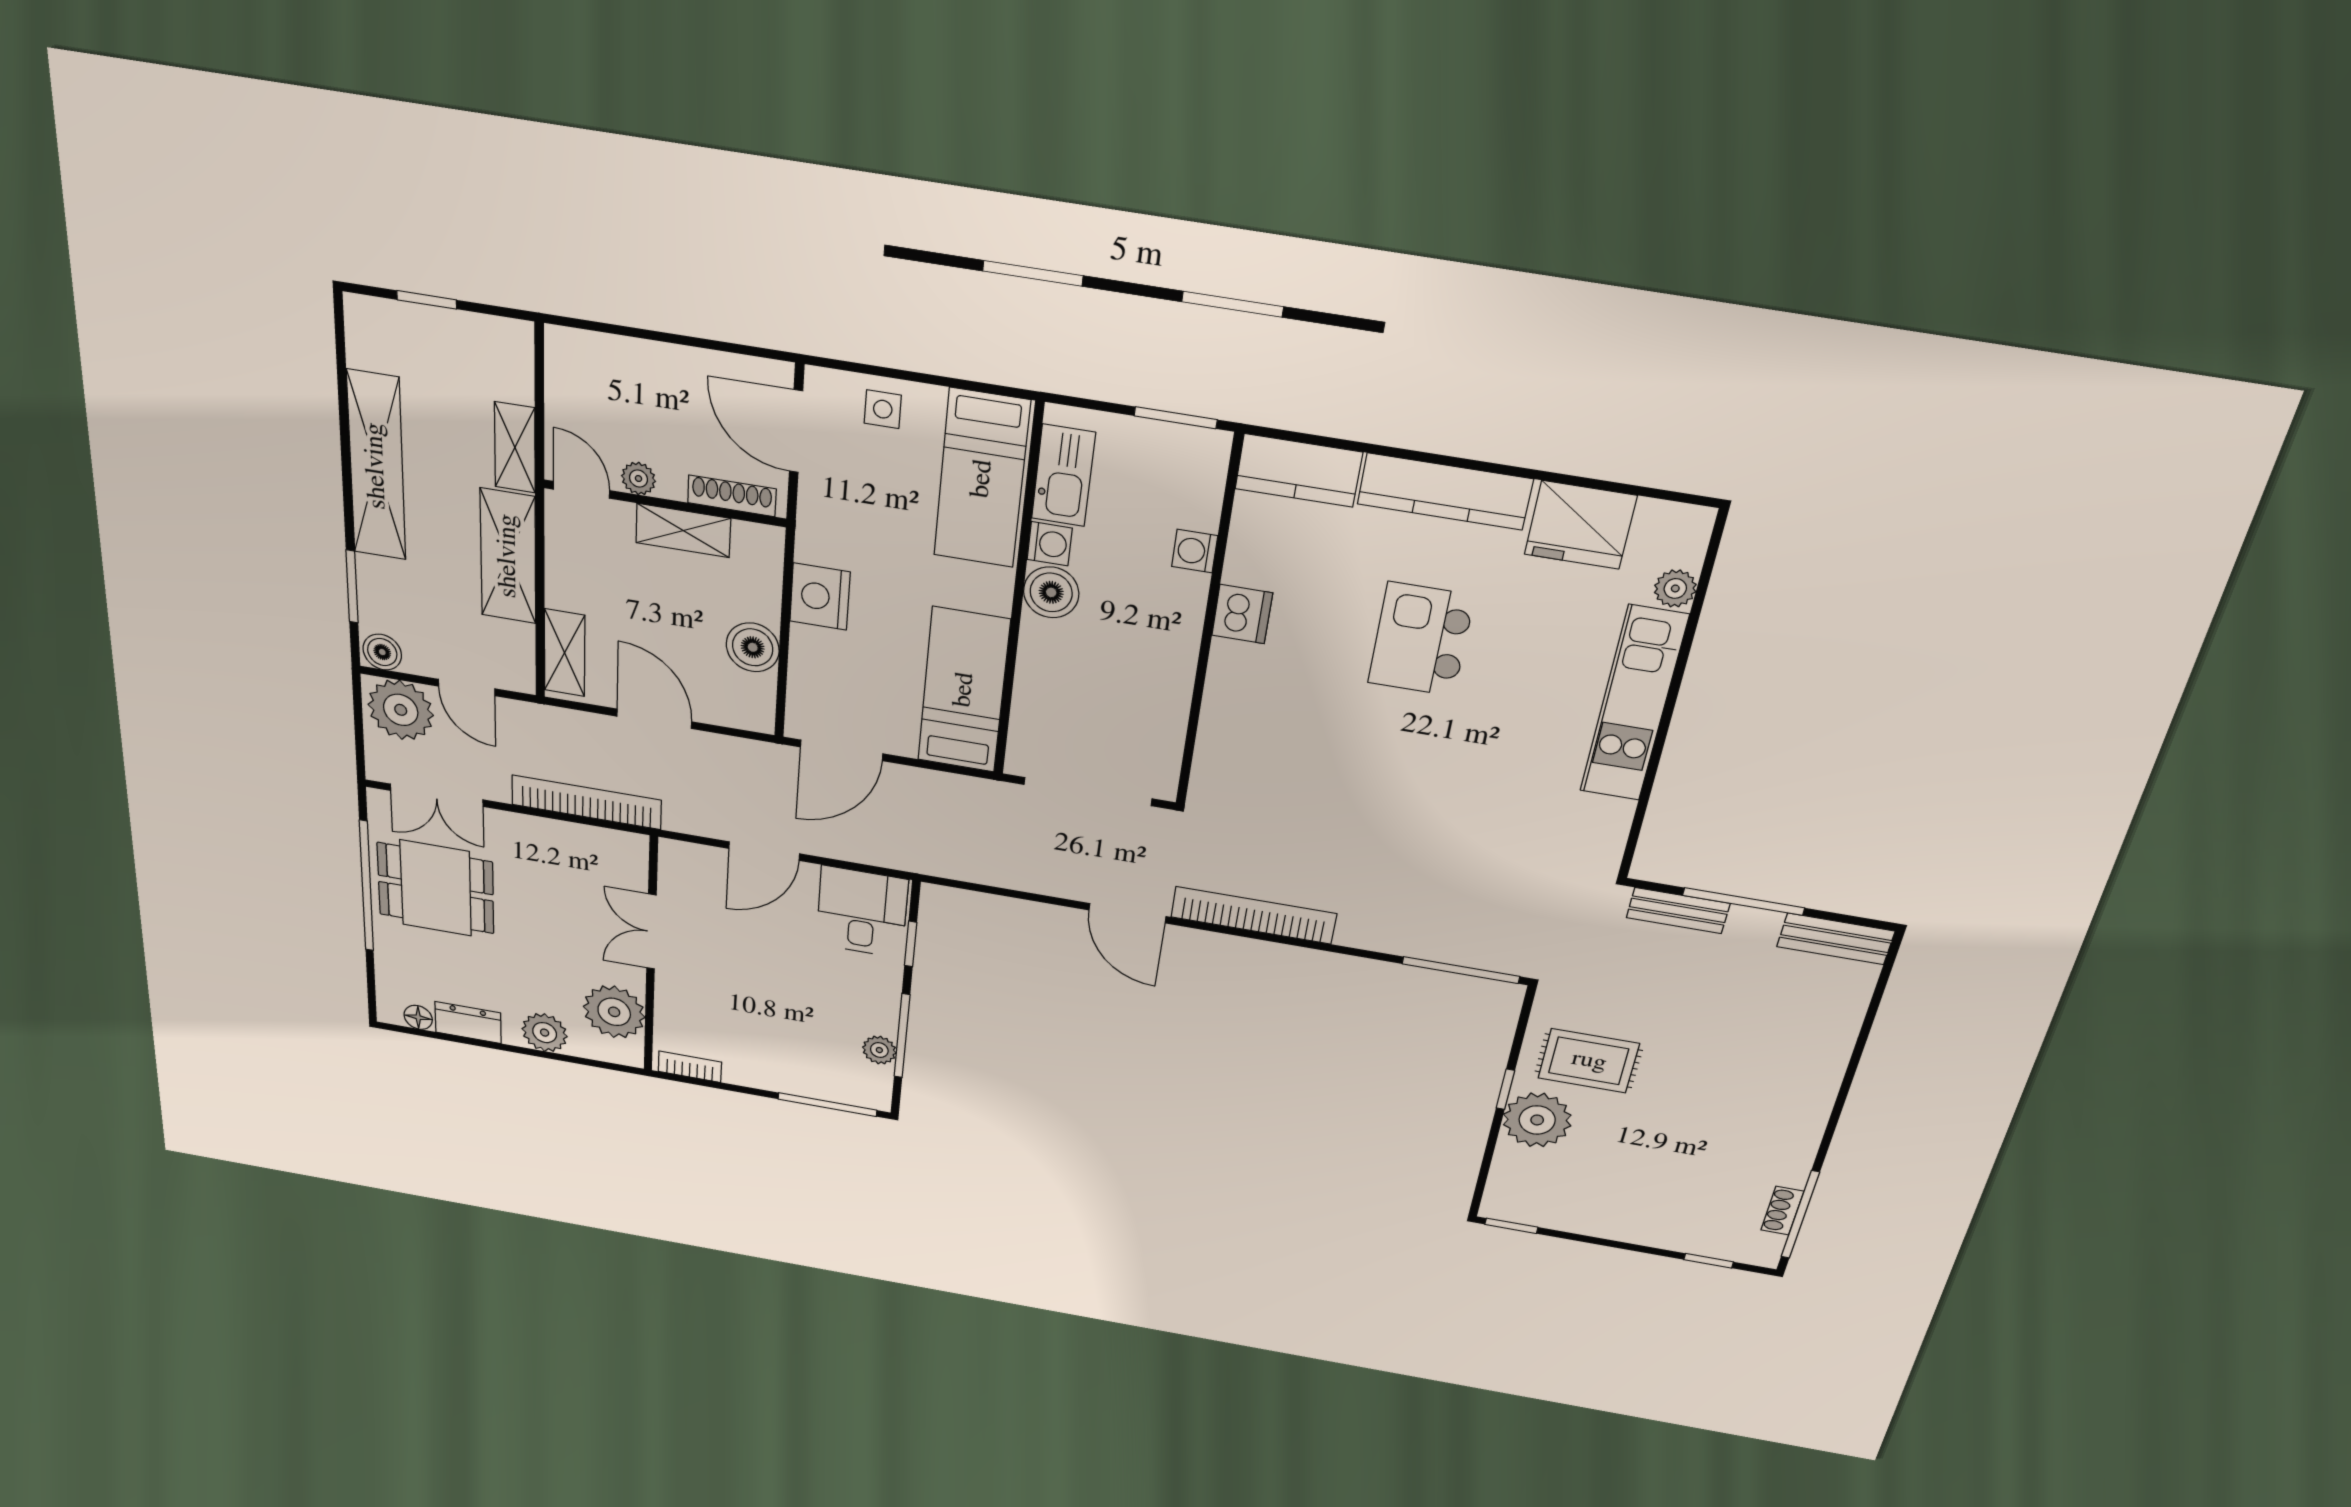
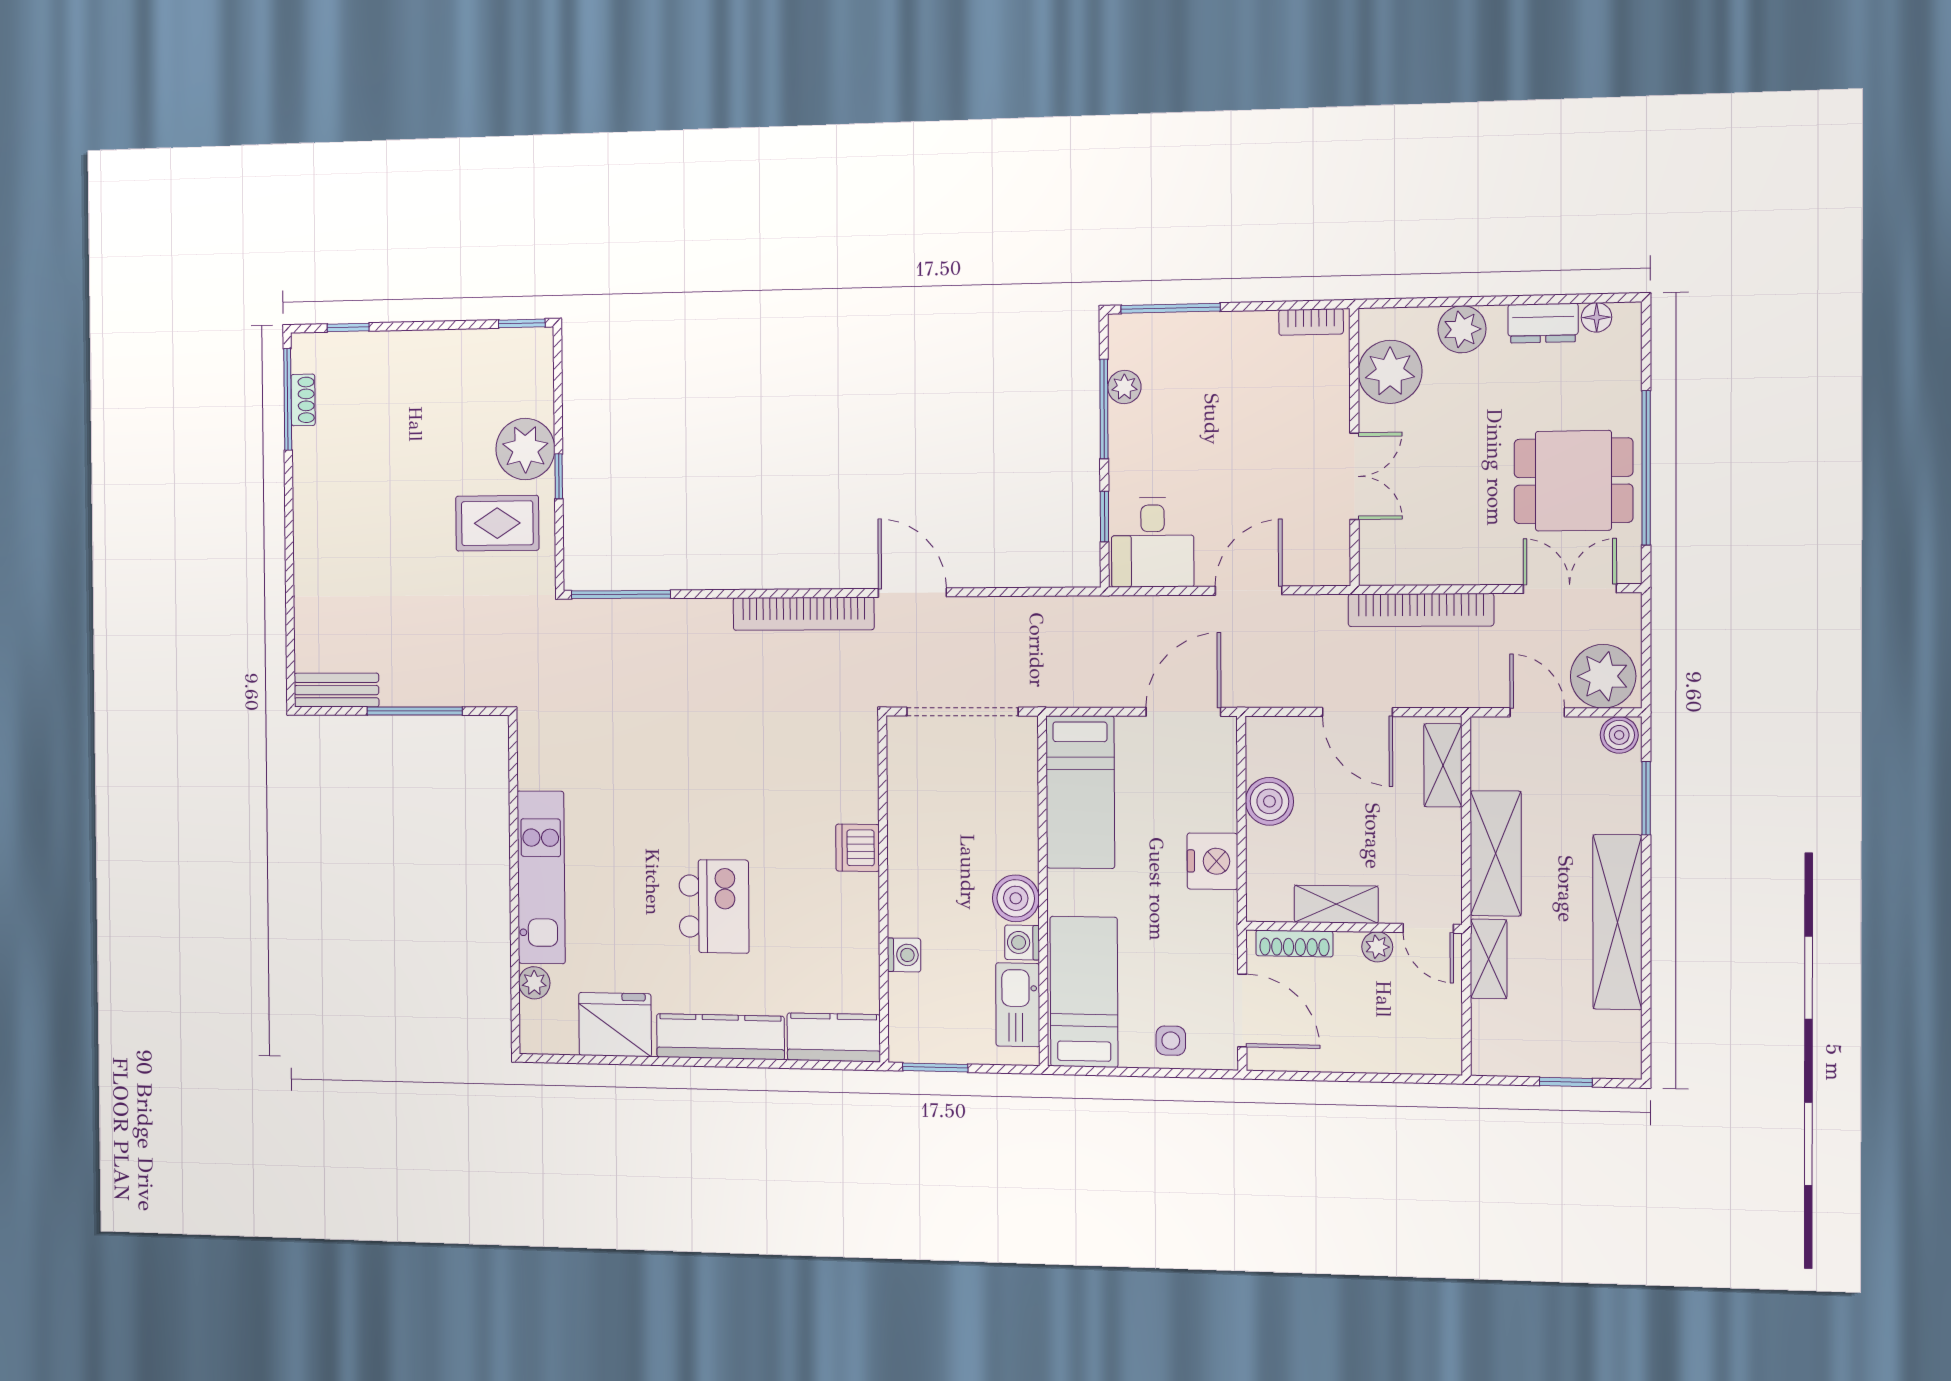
dishwasher: (1242, 614) -> (858, 848), moved
bench: (1678, 910) -> (462, 692), removed

